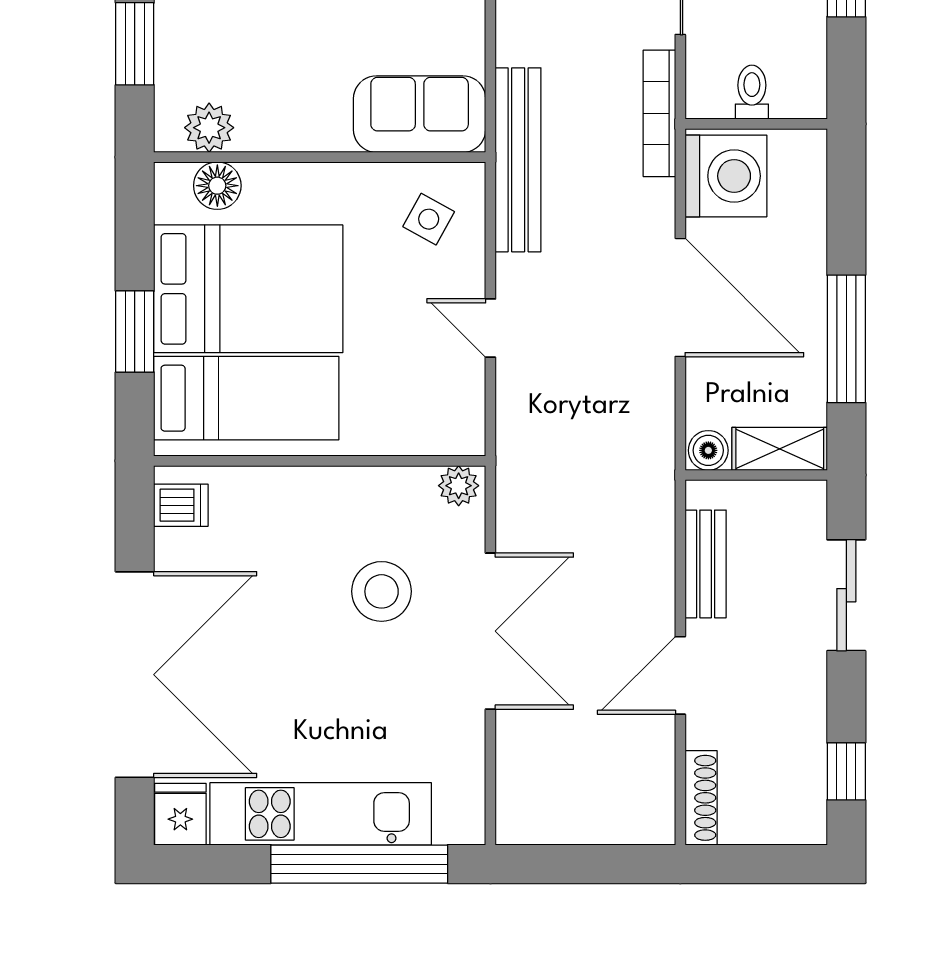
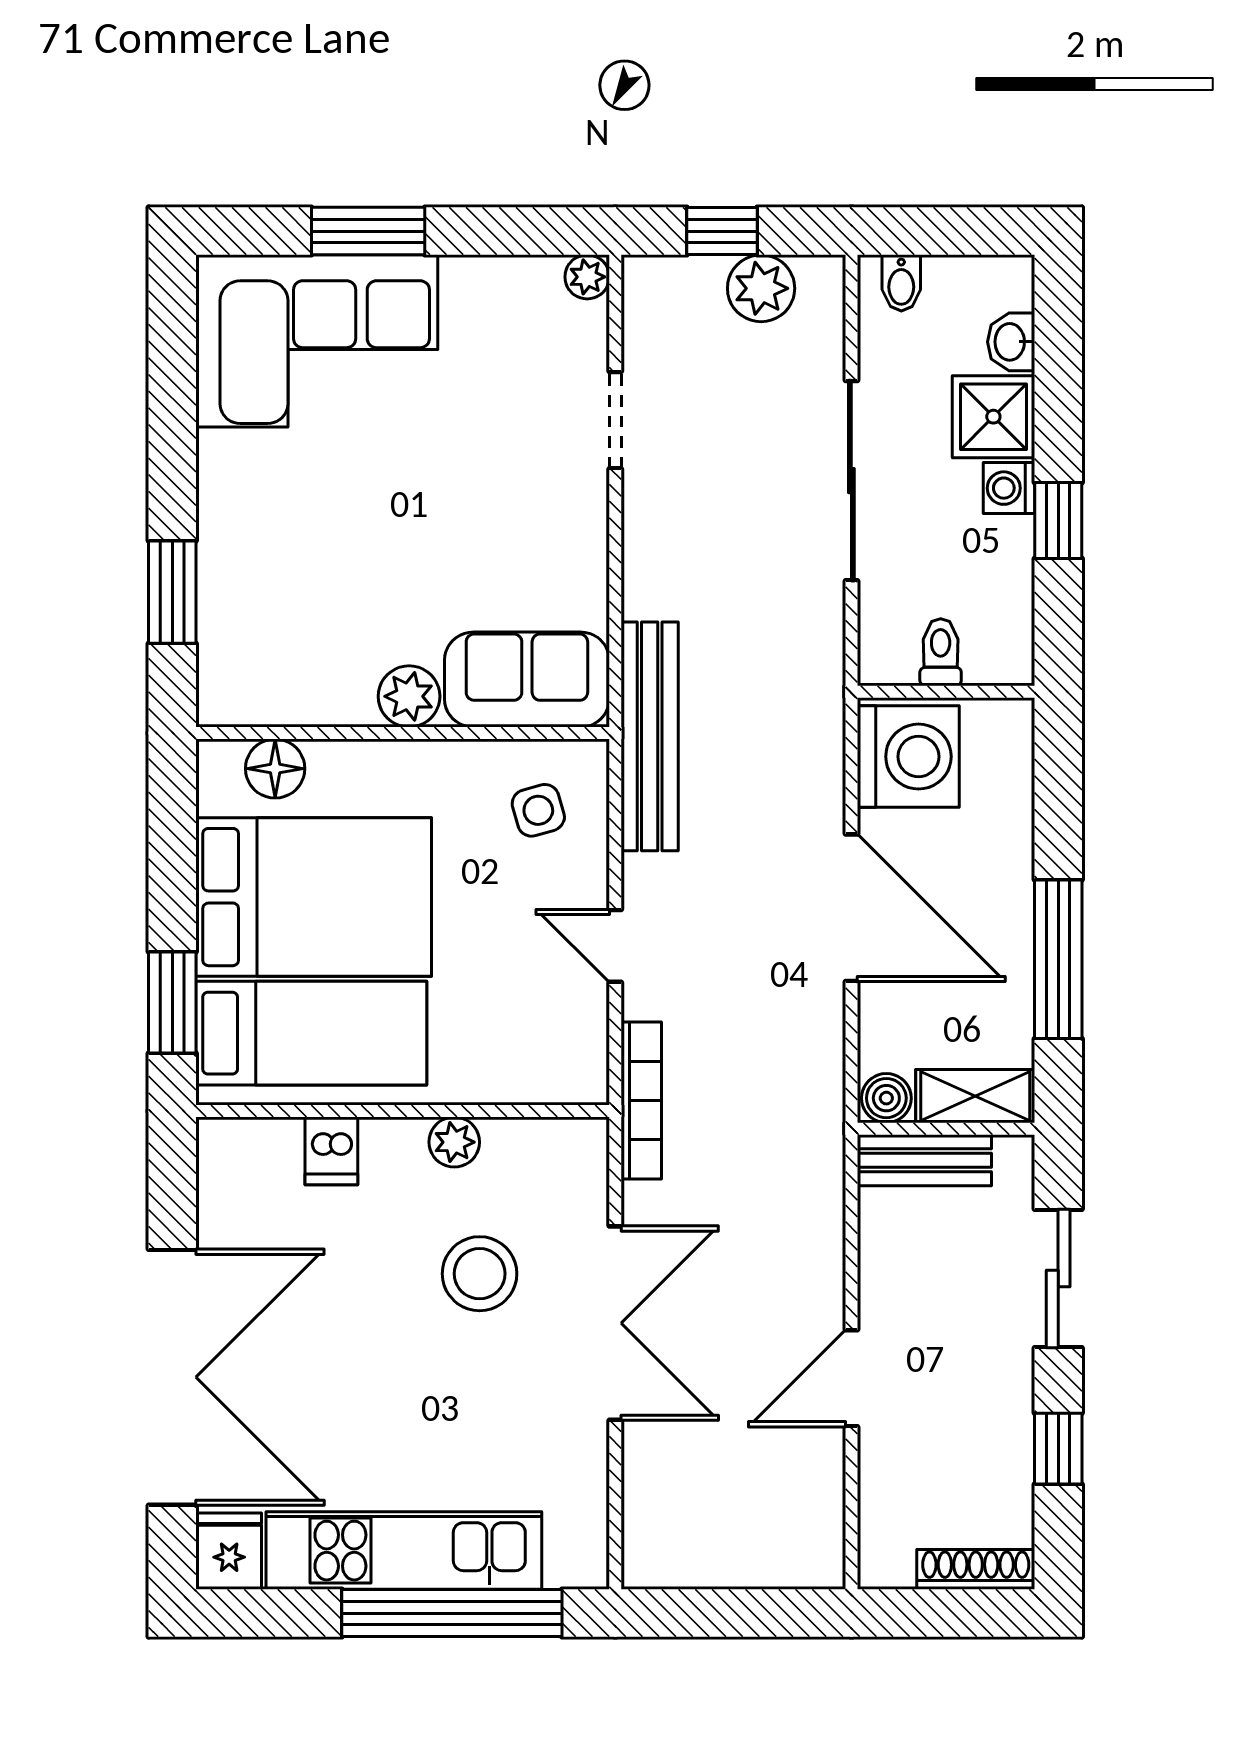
bookcase: (659, 113) -> (641, 1101), moved, turned 180
plant: (209, 128) -> (409, 696), moved
side table: (429, 219) -> (538, 810), turned 45
window: (135, 332) -> (172, 1003), moved
plant: (459, 486) -> (454, 1142), moved
dishwasher: (181, 505) -> (331, 1151), moved, turned 90
bench: (706, 564) -> (924, 1160), moved, turned 90
window: (846, 771) -> (1058, 1449), moved
shoe rack: (701, 798) -> (976, 1569), moved, turned -90

